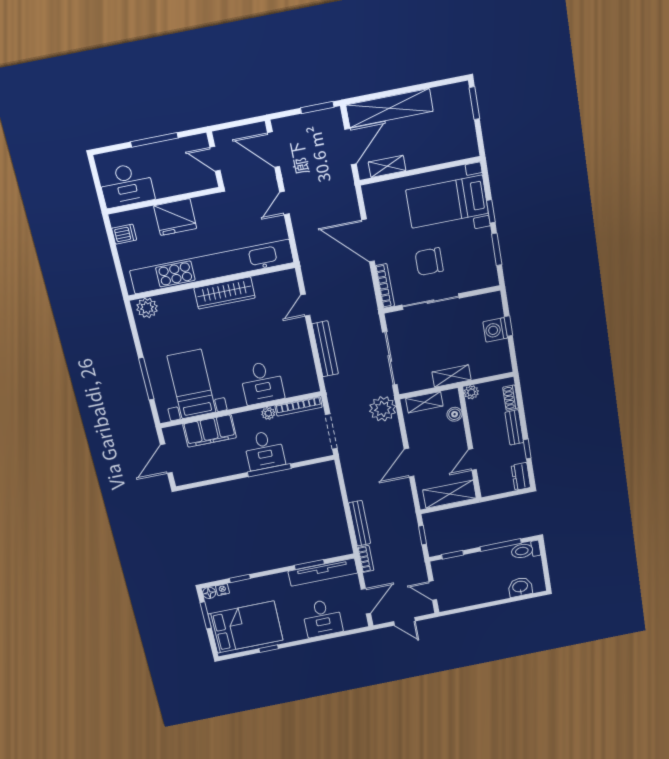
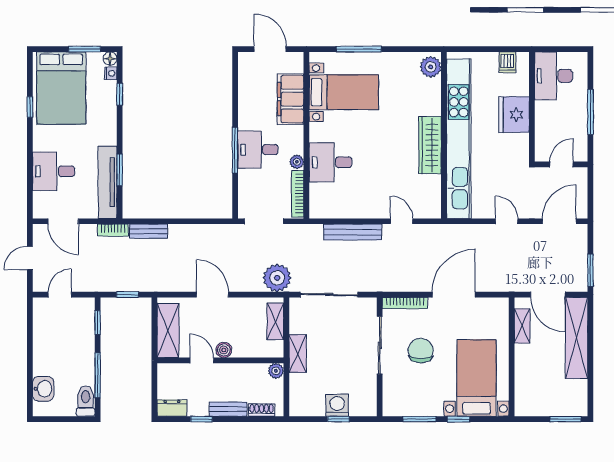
boiler: (455, 414) -> (224, 350), moved
bench: (360, 523) -> (149, 231), width x0.73

